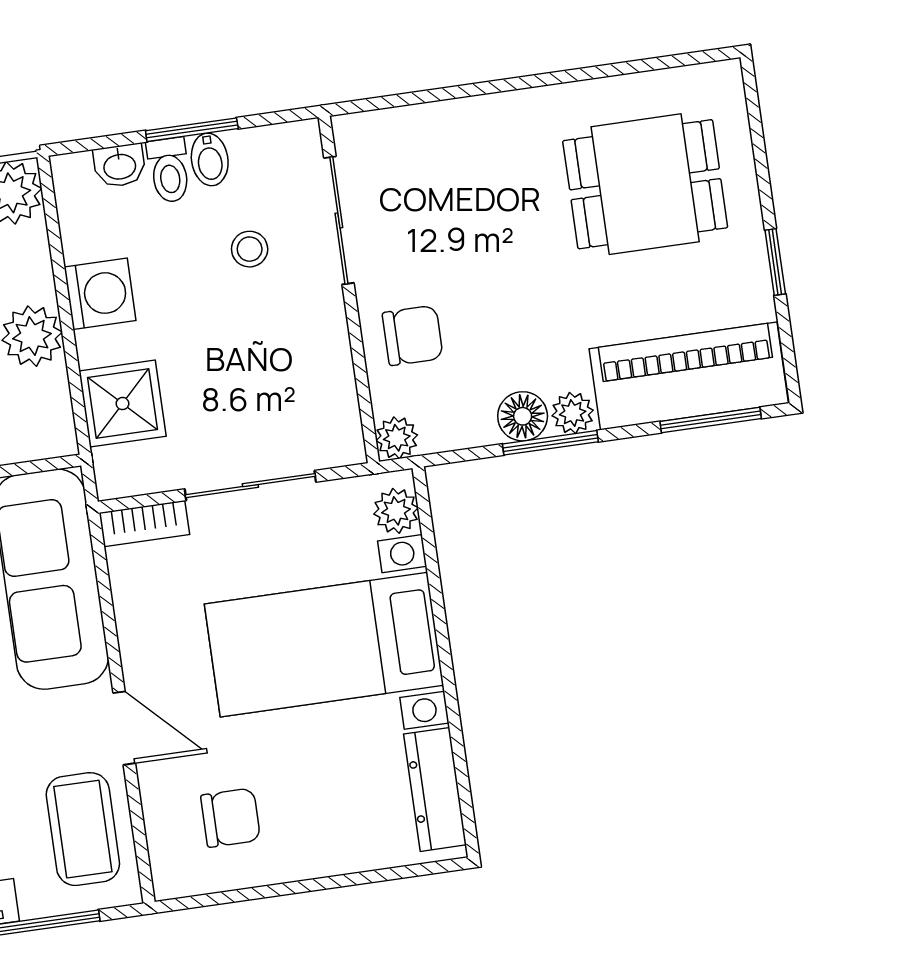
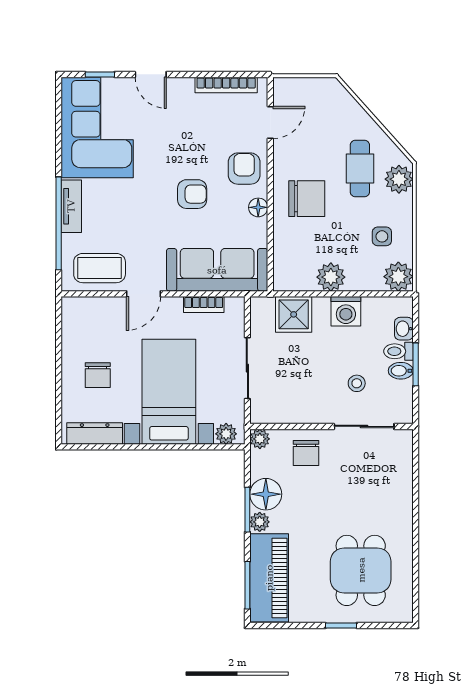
window: (775, 262) -> (341, 625), moved
floor lamp: (523, 416) -> (266, 494), width x1.38, depth x1.38
bookcase: (144, 524) -> (204, 304), moved, turned -90
chair: (231, 818) -> (98, 375), moved

